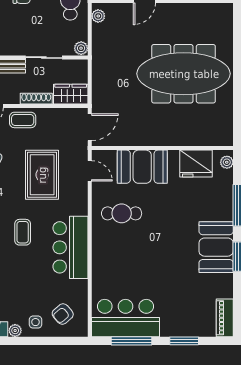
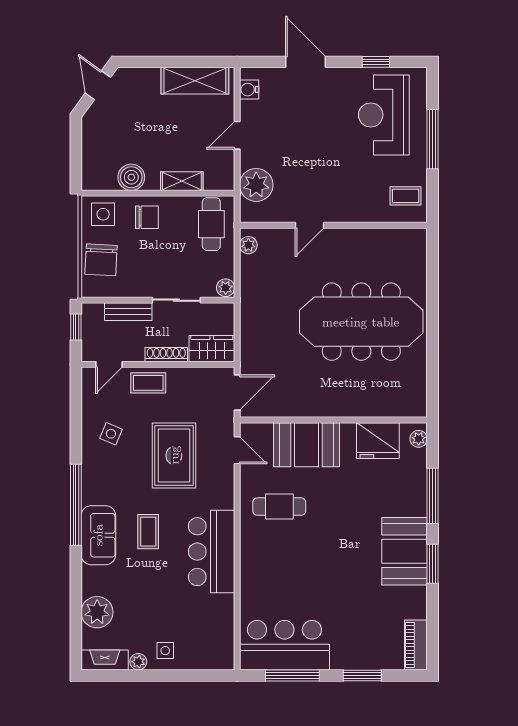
armchair: (63, 314) -> (201, 640), removed

